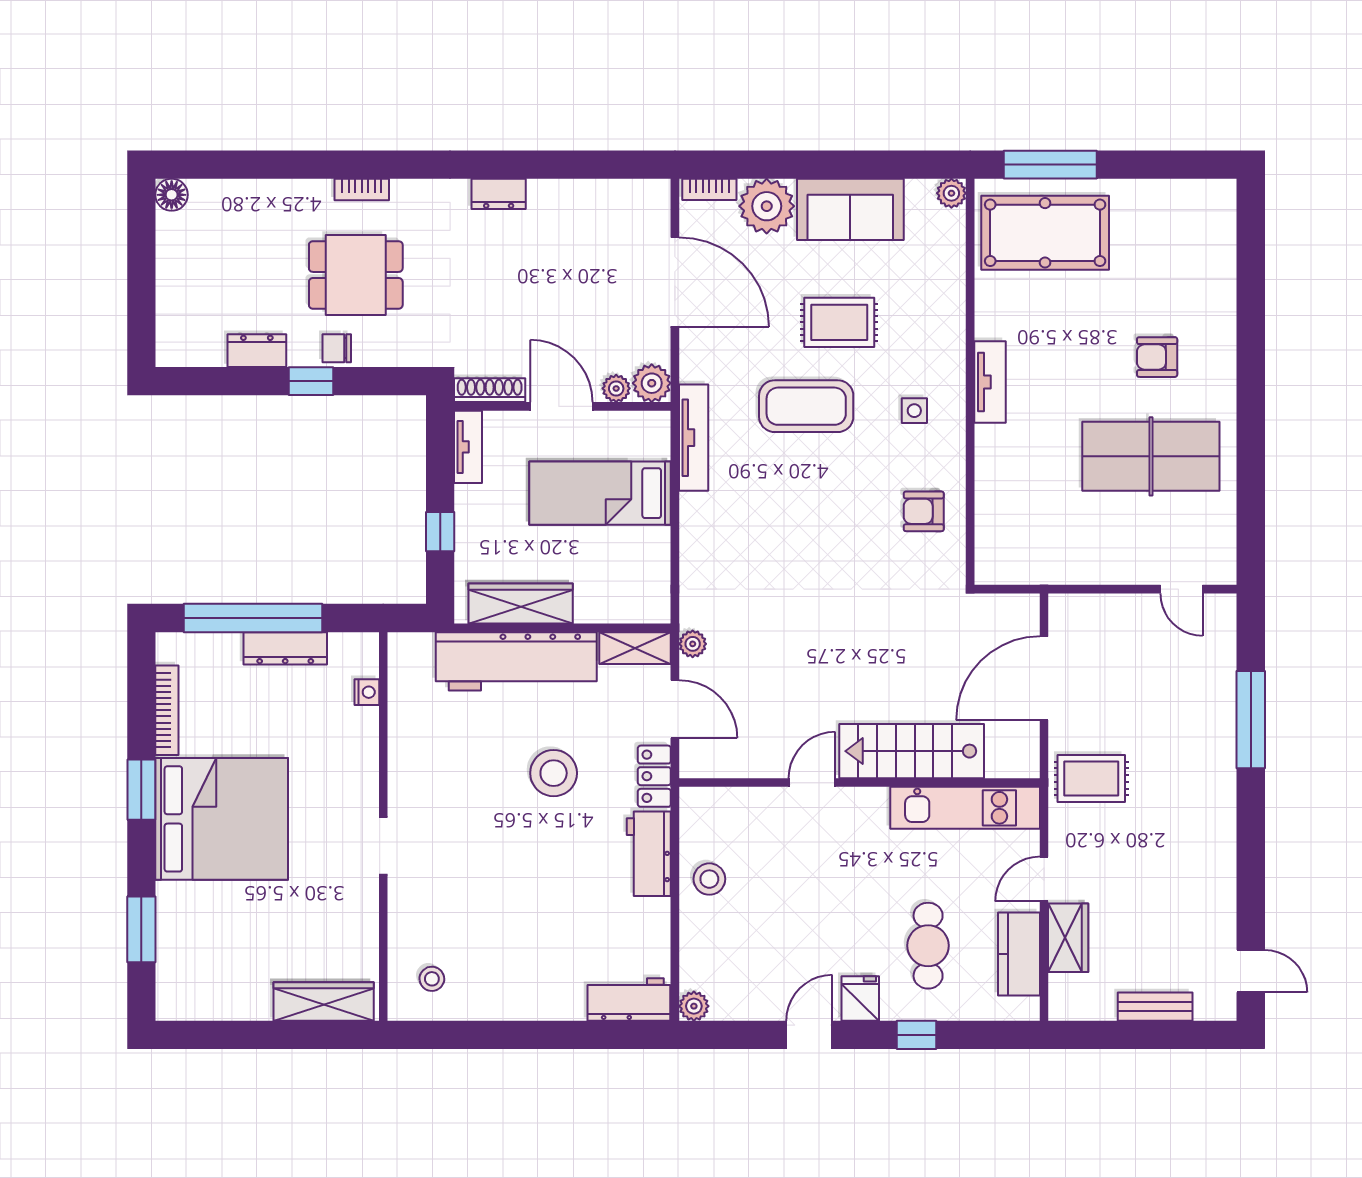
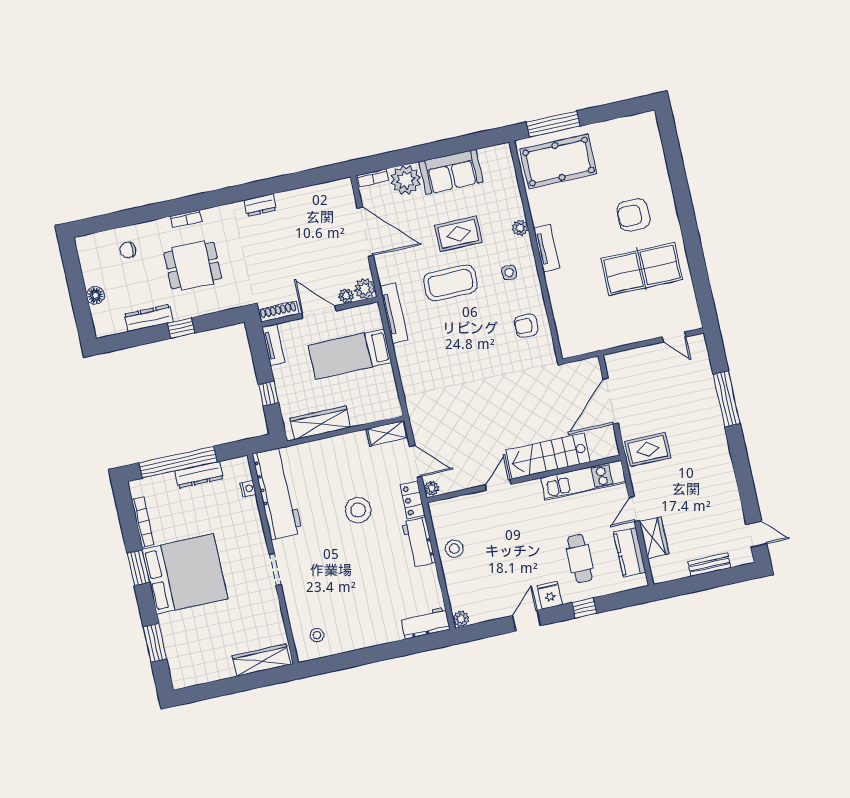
plant: (951, 193) -> (520, 228), moved
floor lamp: (172, 195) -> (95, 295), moved
chair: (337, 348) -> (128, 250), moved
dresser: (257, 351) -> (149, 318), width x1.44
armchair: (1157, 357) -> (633, 215), width x1.38, depth x1.38
plant: (693, 644) -> (432, 488), moved
workbench: (516, 661) -> (277, 494), moved, turned -90

